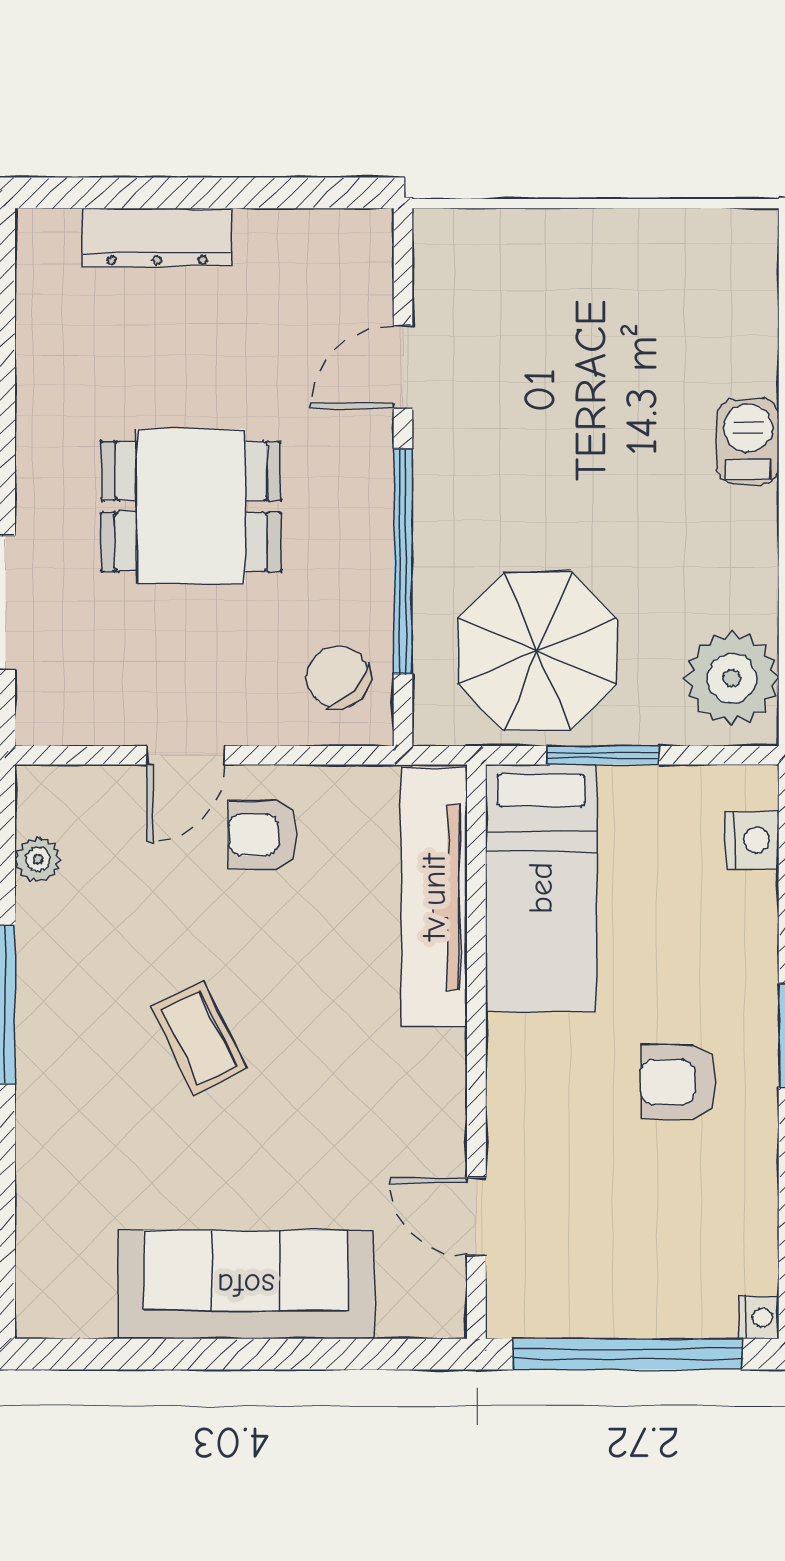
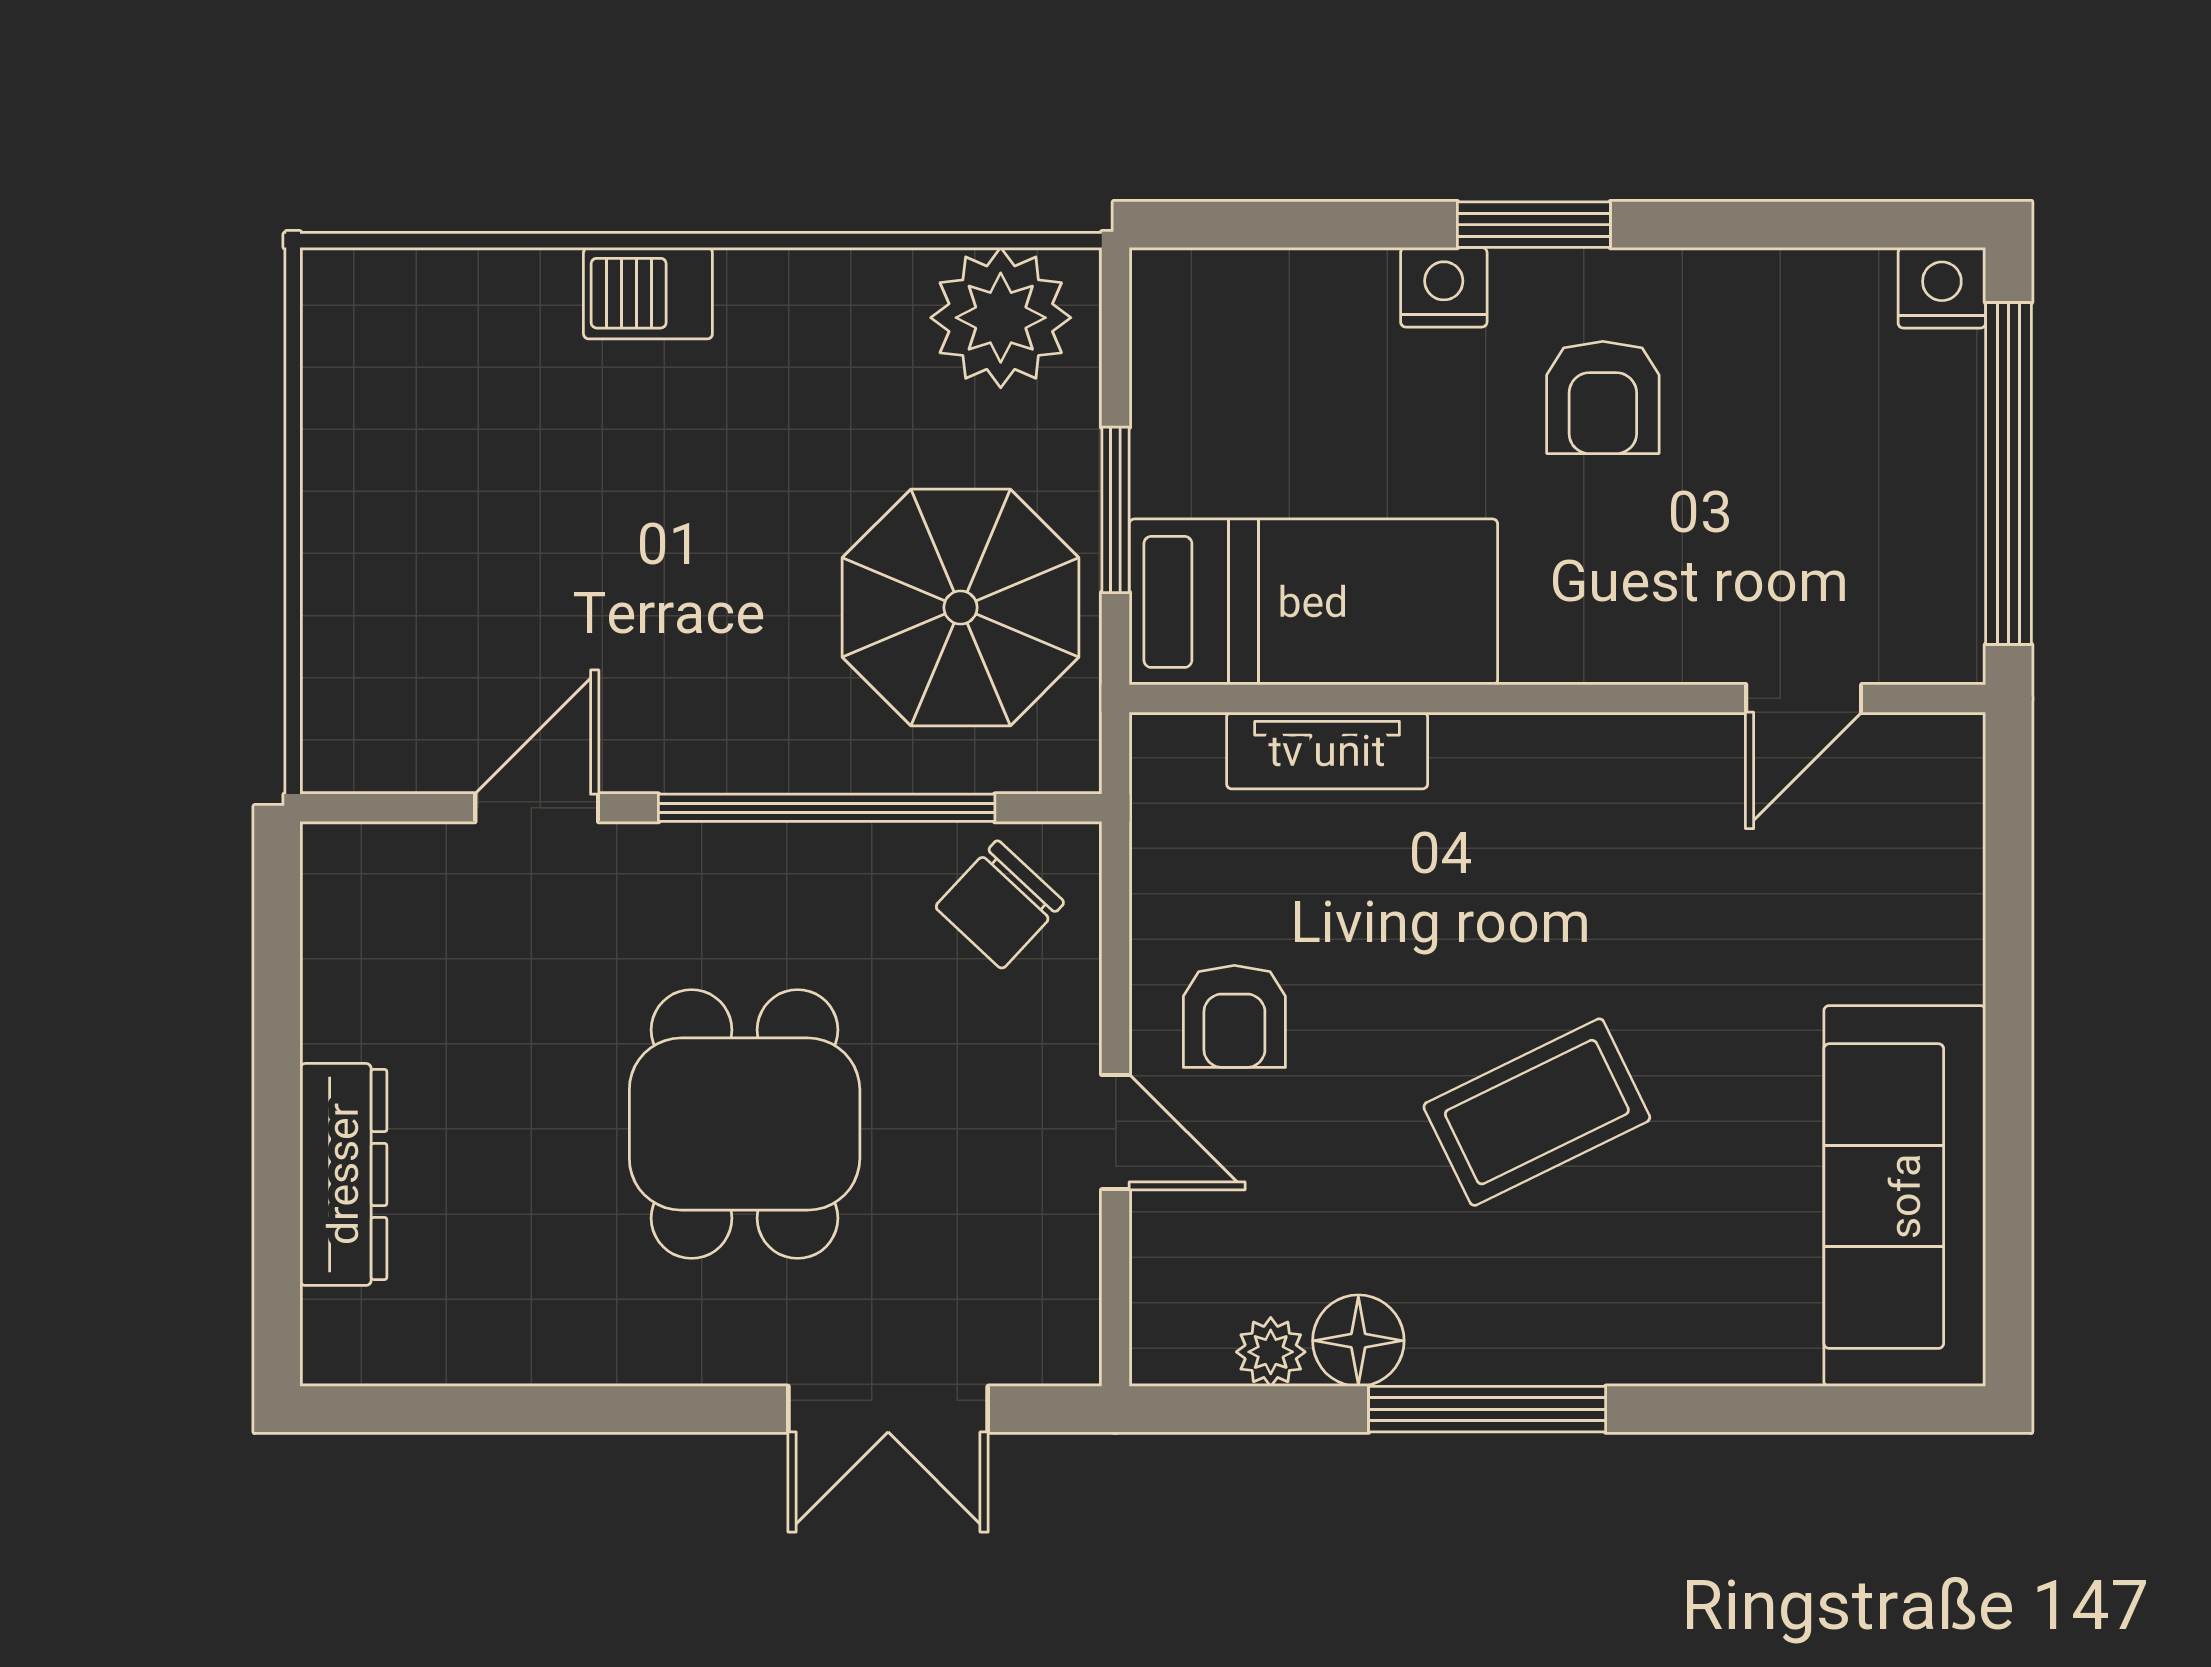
door: (403, 367) -> (537, 808), swing flipped
nightstand: (752, 840) -> (1444, 287), moved
tv unit: (434, 897) -> (1327, 751), width x0.52, depth x0.78
floor lamp: (46, 918) -> (1358, 1341), added
coffee table: (199, 1038) -> (1537, 1112), width x1.36, depth x1.30
sofa: (246, 1285) -> (1905, 1196), moved
nightstand: (759, 1318) -> (1942, 288), width x1.39, depth x1.35

